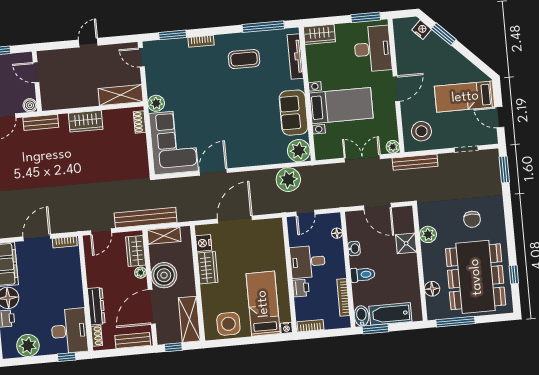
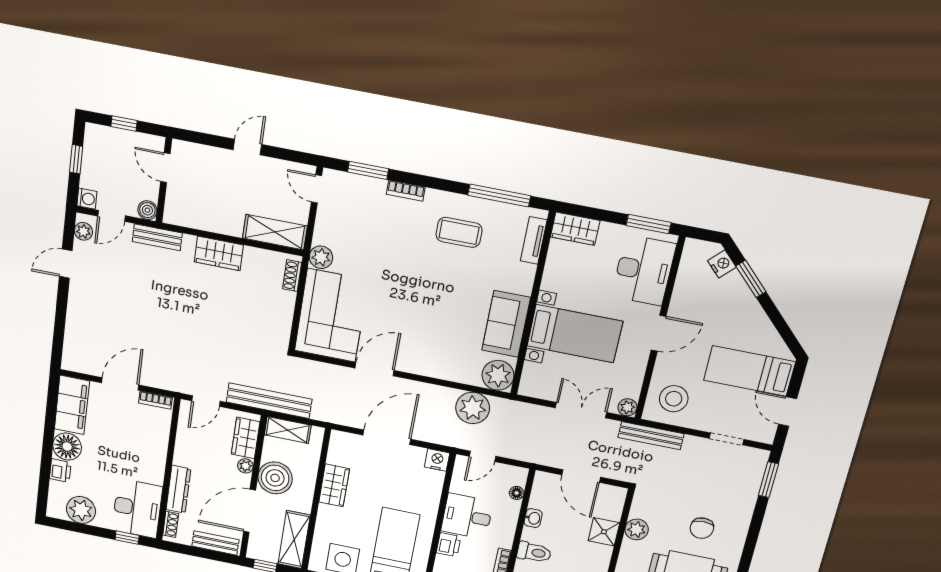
tv unit: (295, 57) -> (534, 240), width x0.71
nightstand: (204, 243) -> (437, 460), moved, turned 90

